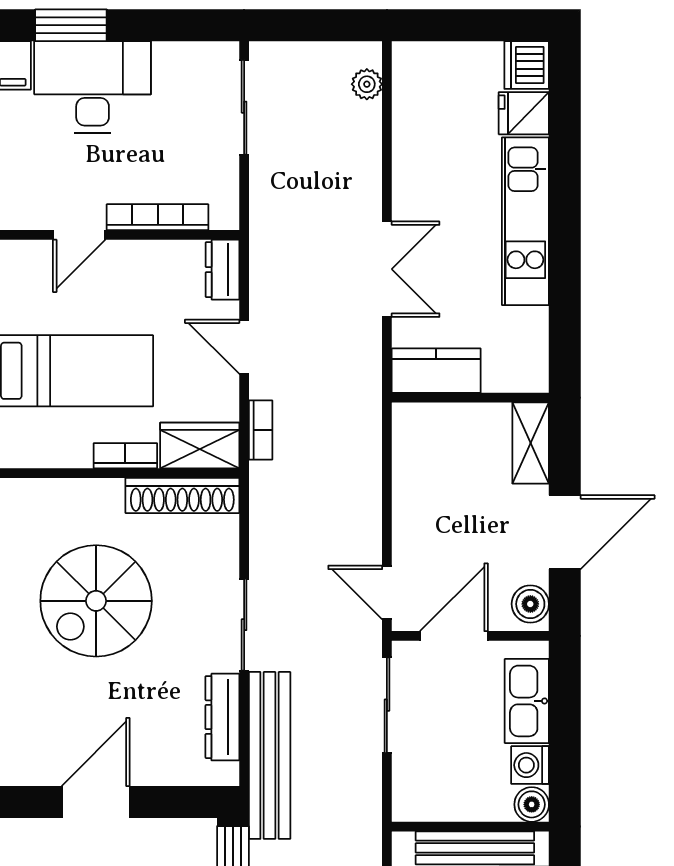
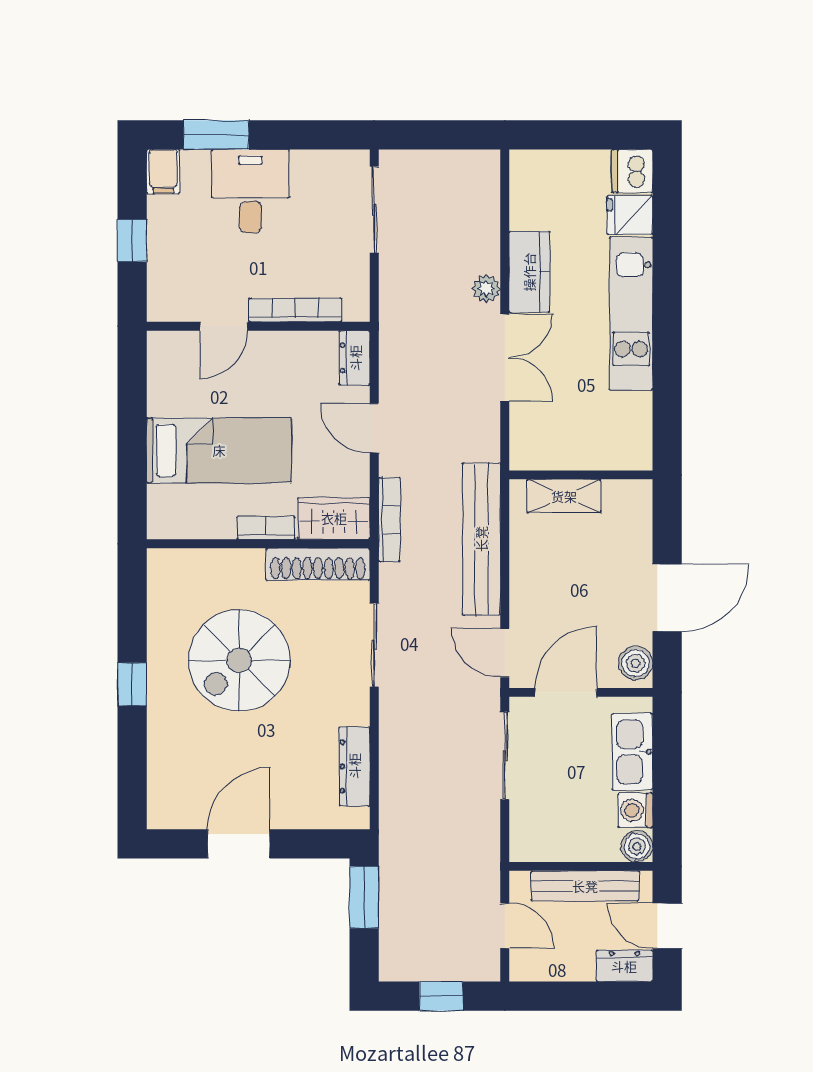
plant: (367, 84) -> (486, 289), moved
desk: (93, 87) -> (250, 191), width x0.73
kitchen counter: (436, 371) -> (529, 272), moved, turned 90
bookcase: (261, 430) -> (389, 520), width x1.56
shelving: (531, 443) -> (564, 496), moved, turned 90
sliding door: (244, 625) -> (374, 645), moved
bench: (270, 755) -> (481, 539), moved

